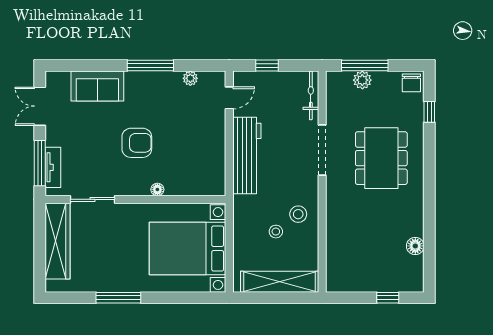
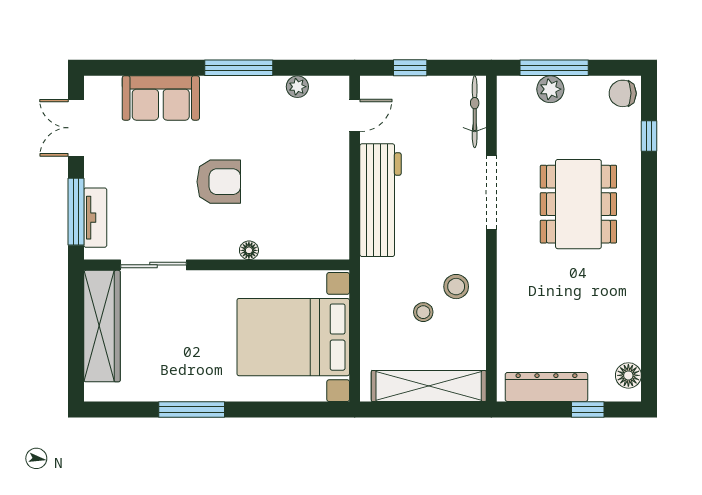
chair: (411, 83) -> (623, 93), turned 90
floor lamp: (415, 246) -> (628, 375), moved
dresser: (360, 282) -> (546, 387), added

